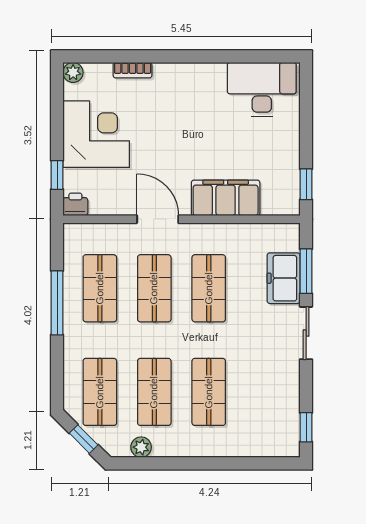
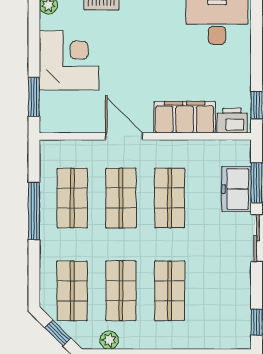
window: (57, 175) -> (34, 97), width x1.50
printer: (75, 204) -> (232, 121), moved, width x1.36, depth x1.24

